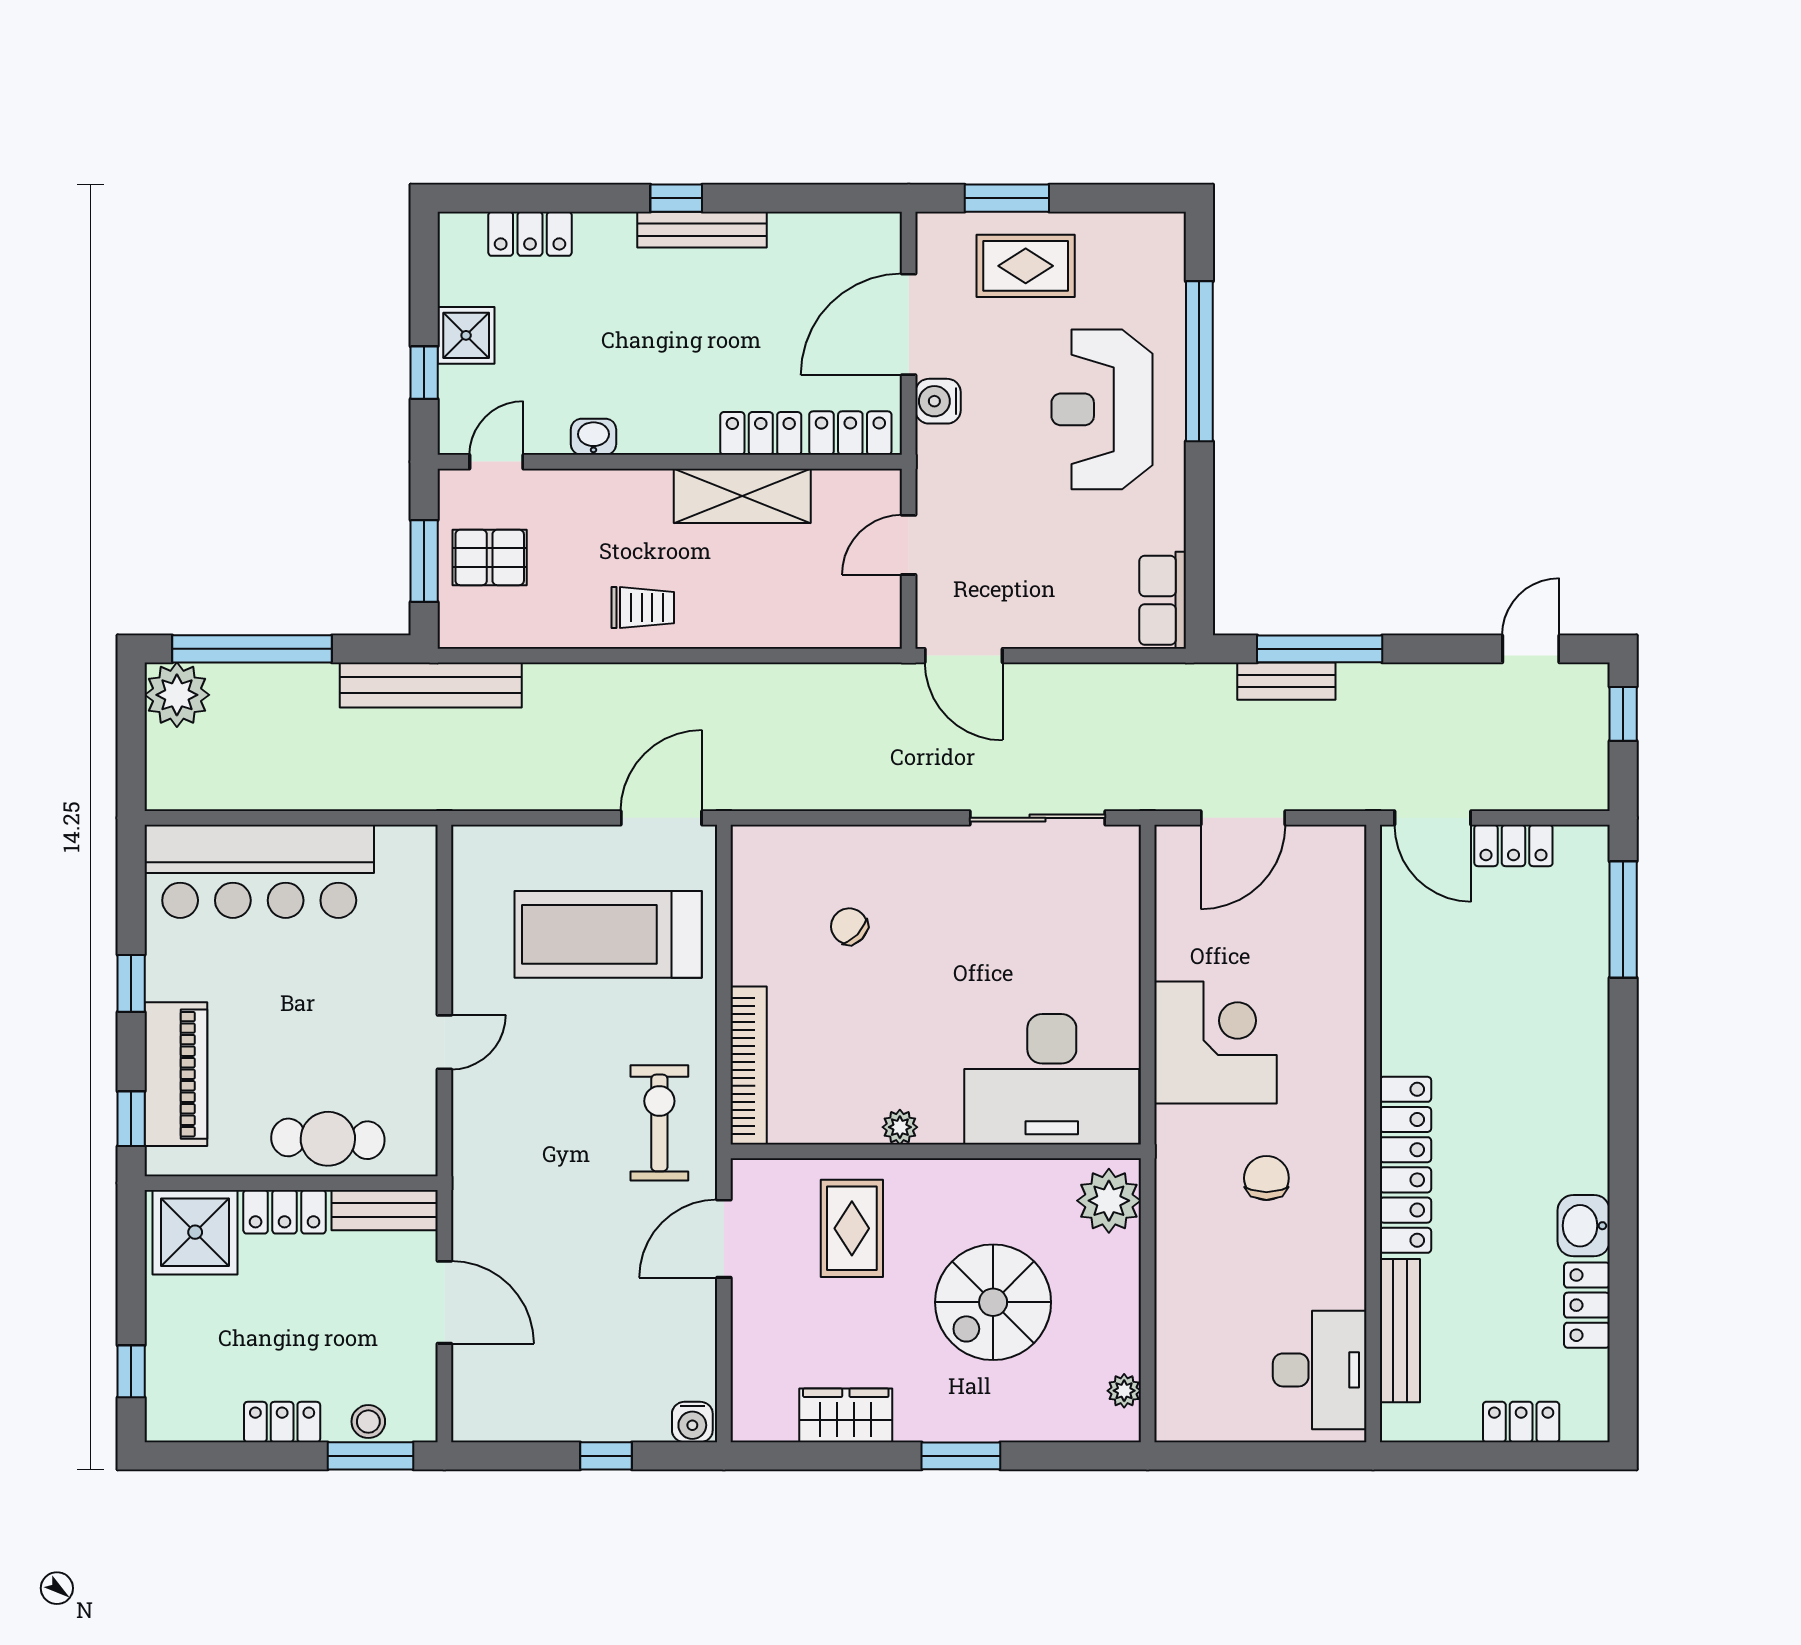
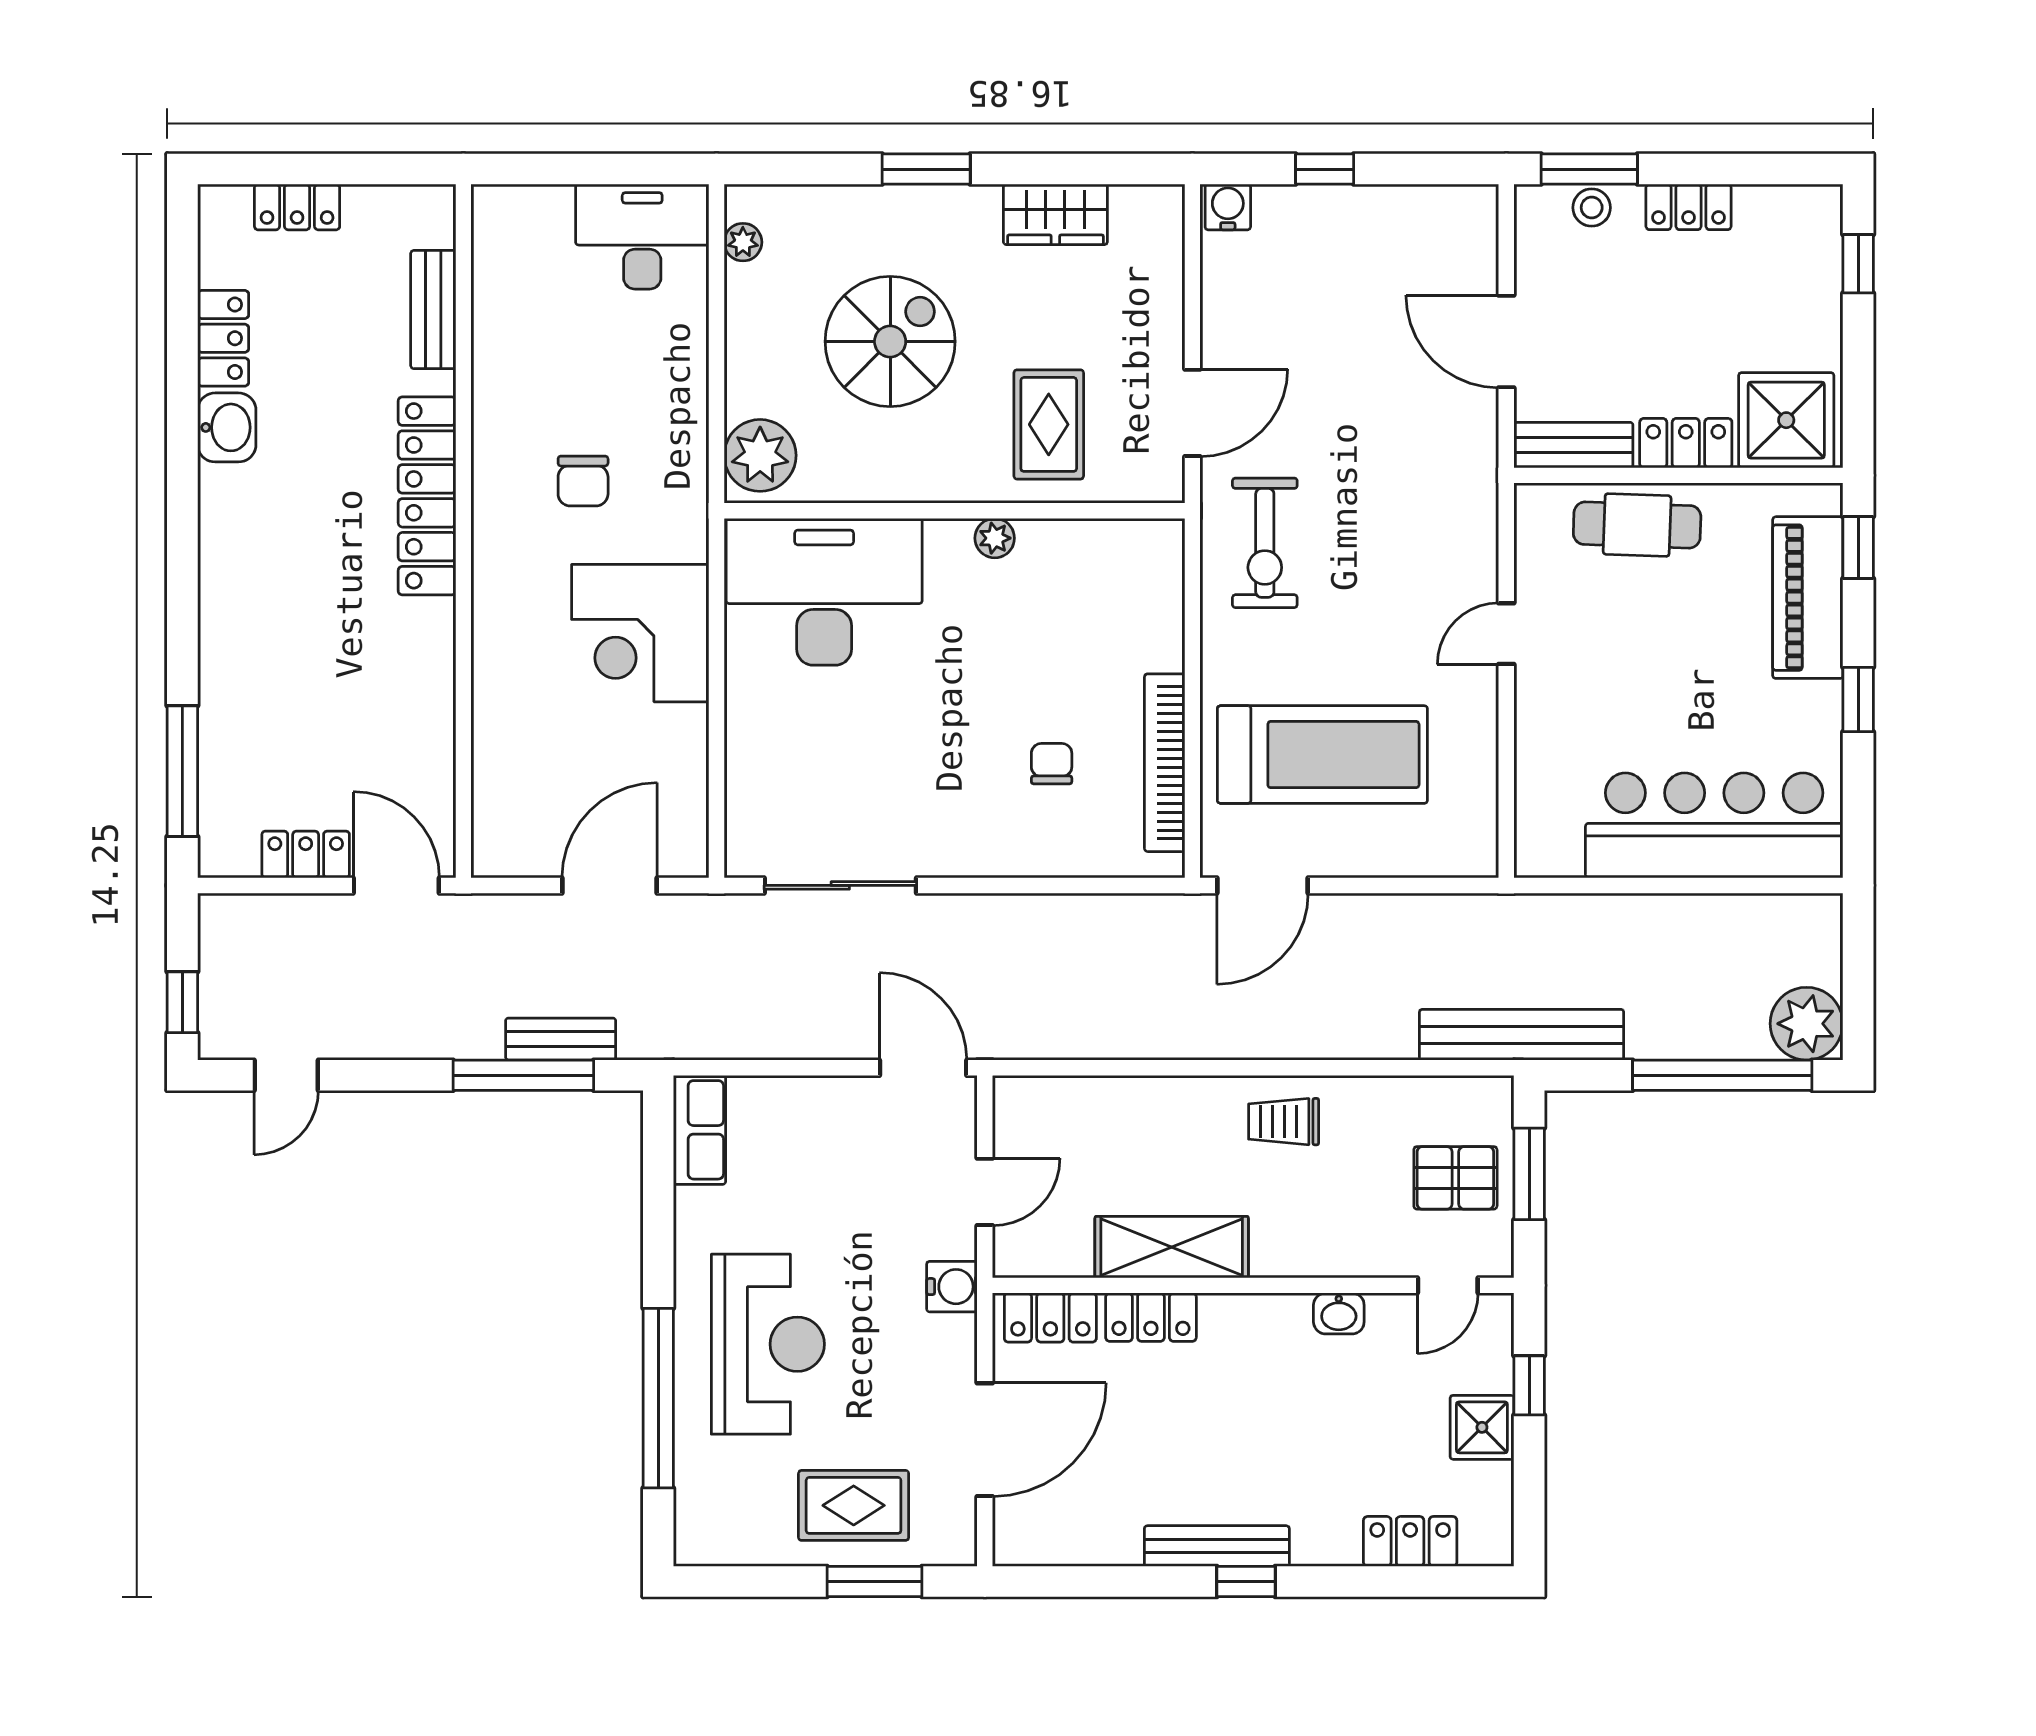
water cooler: (938, 401) -> (952, 1287), moved
chair: (849, 926) -> (1052, 764), turned -134
bookcase: (749, 1066) -> (1165, 763), moved
bench: (1400, 1331) -> (433, 310), width x0.73
desk: (1320, 1370) -> (642, 237), moved, turned 90

